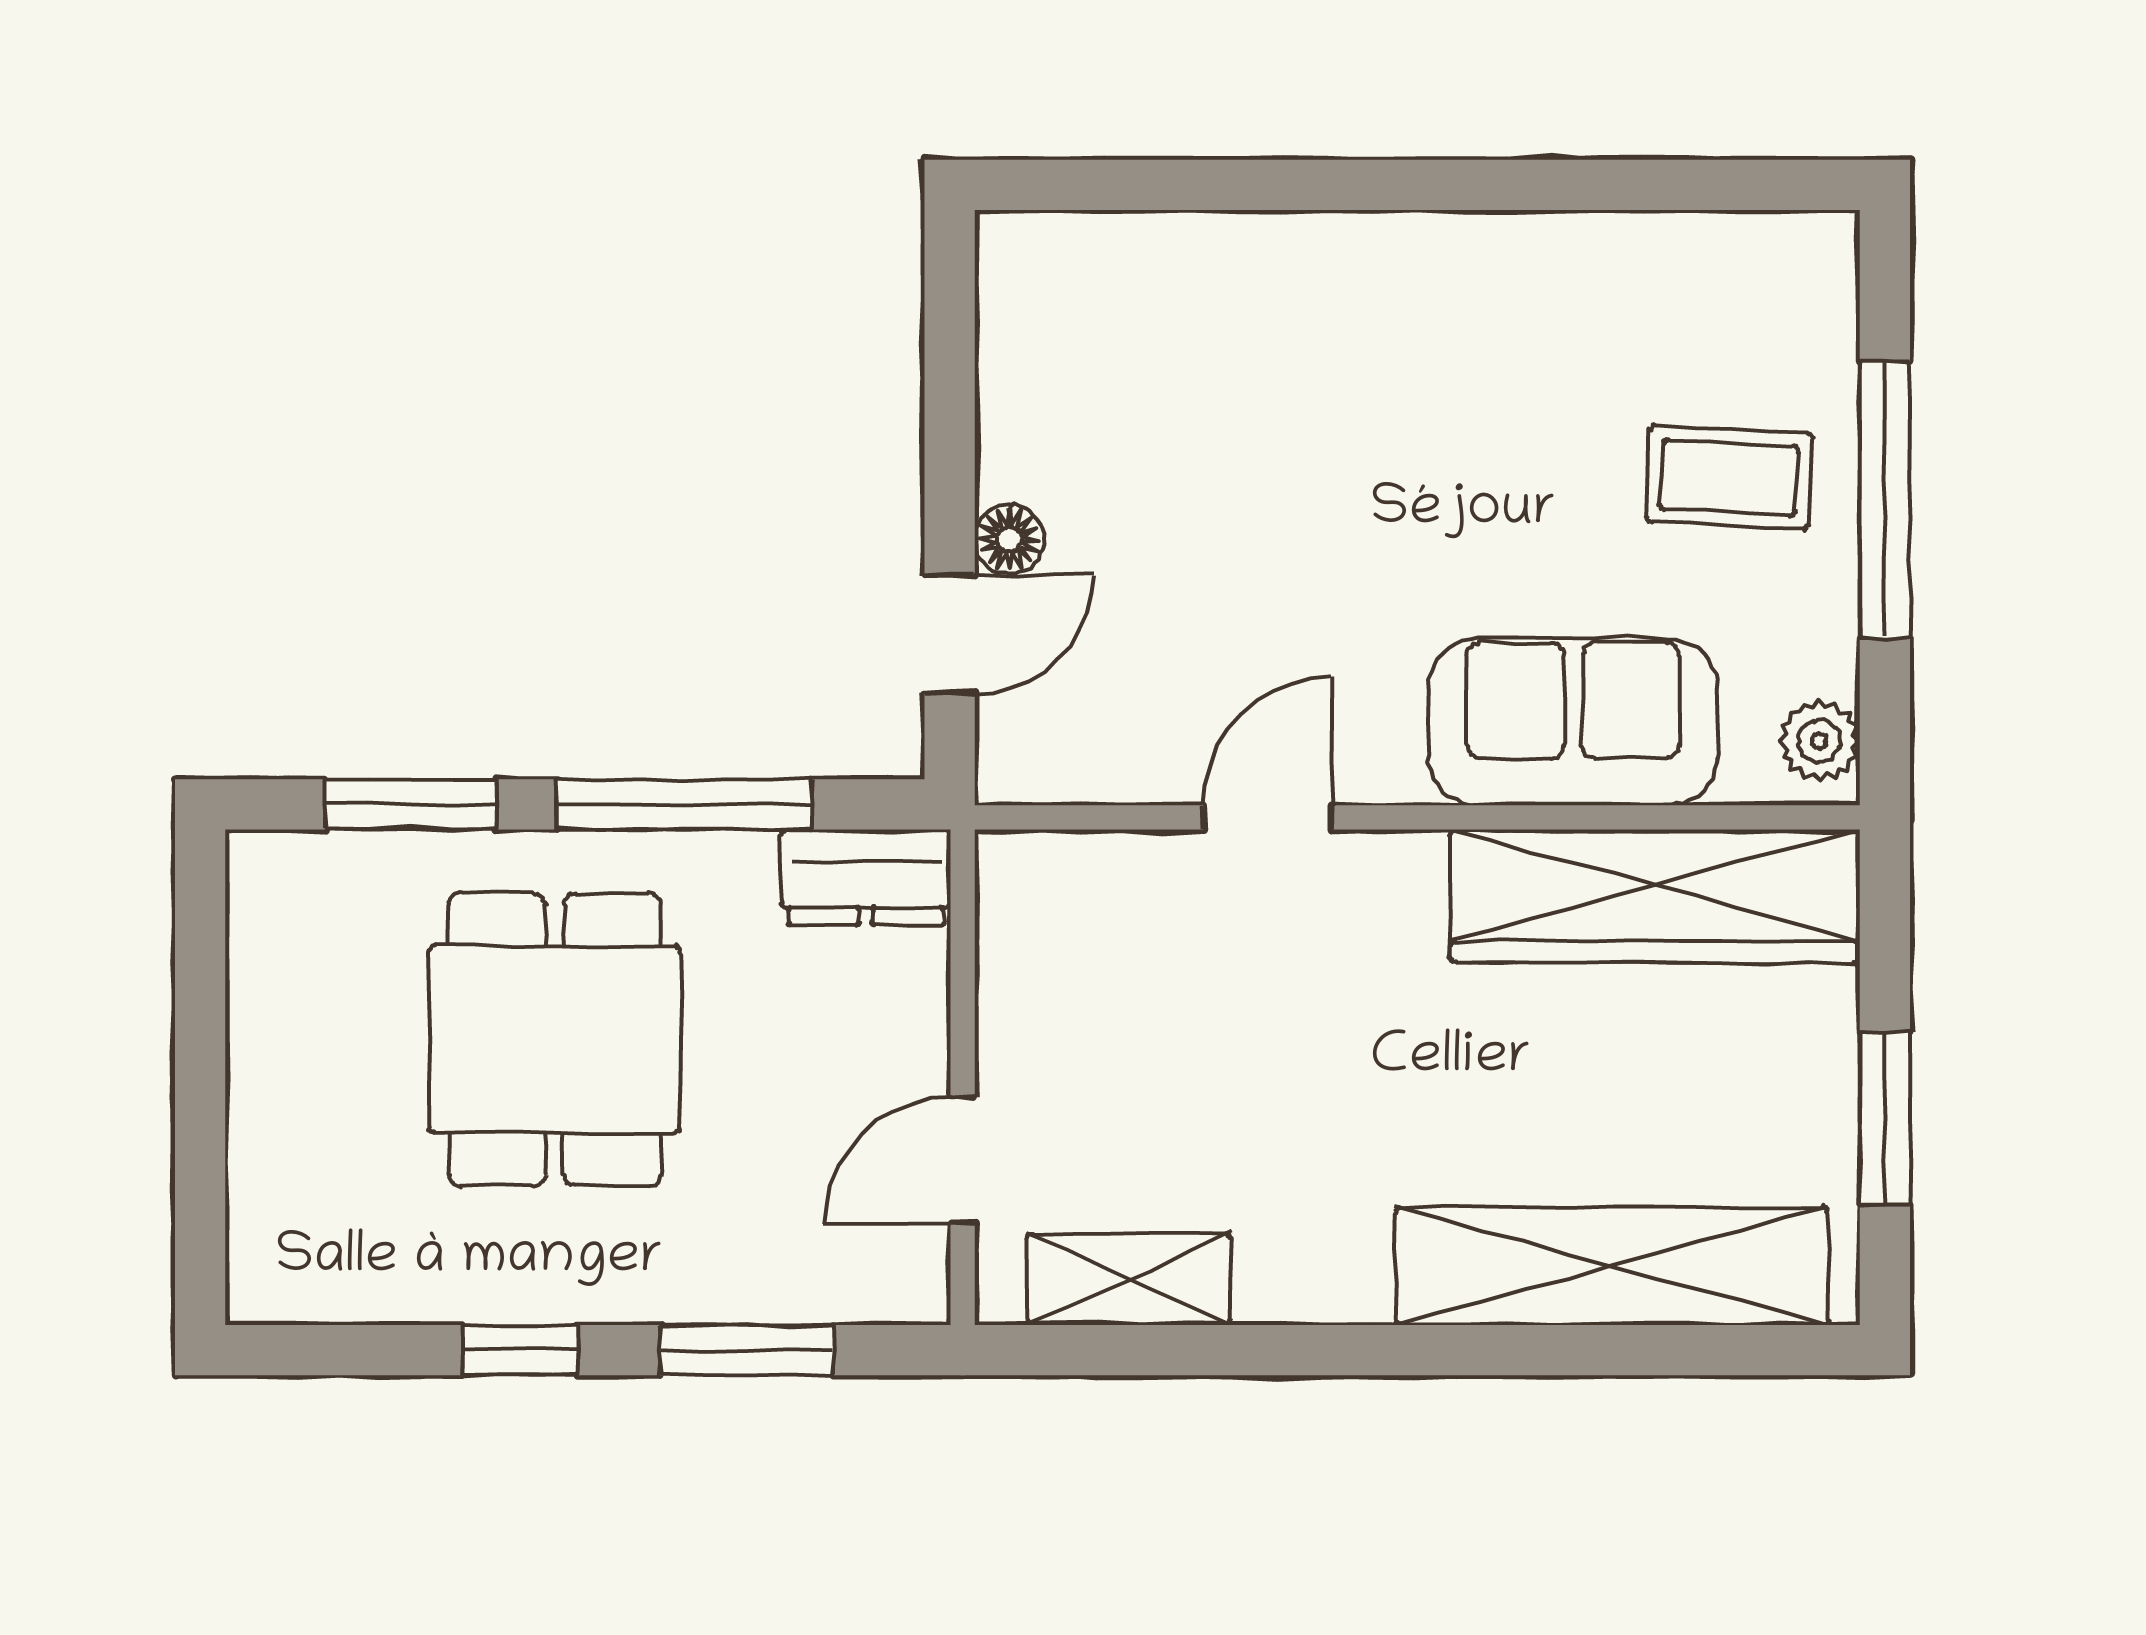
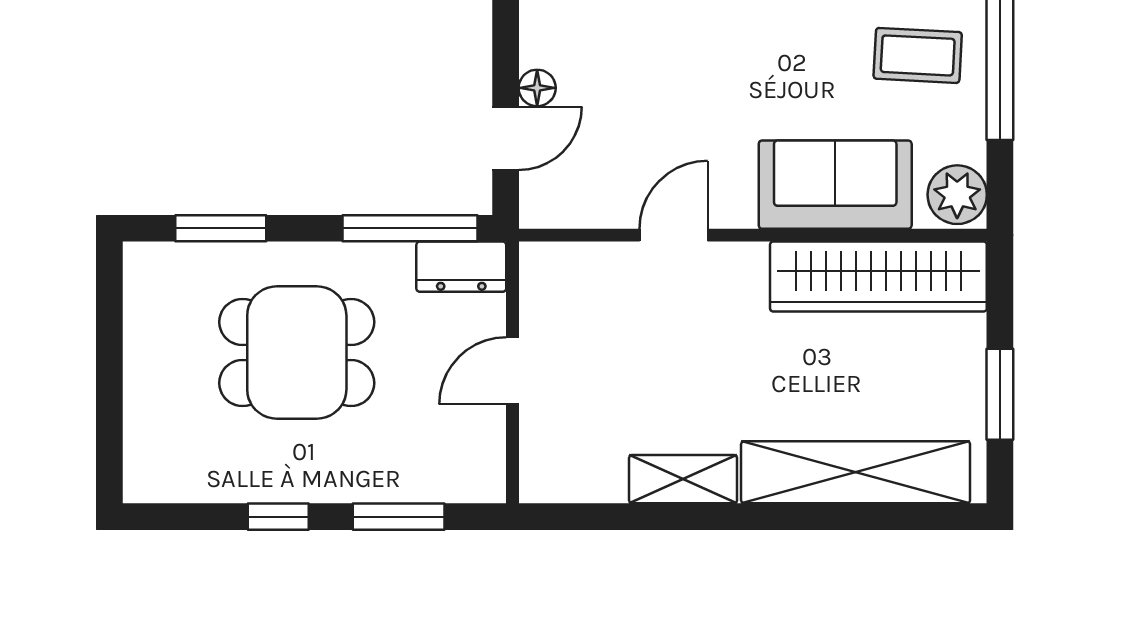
plant: (1819, 741) -> (957, 195), width x1.38, depth x1.38
window: (684, 804) -> (410, 228), moved
dining table: (555, 1040) -> (297, 353), turned 90
door: (963, 1160) -> (512, 371), moved
shelving: (1129, 1279) -> (683, 479), moved

